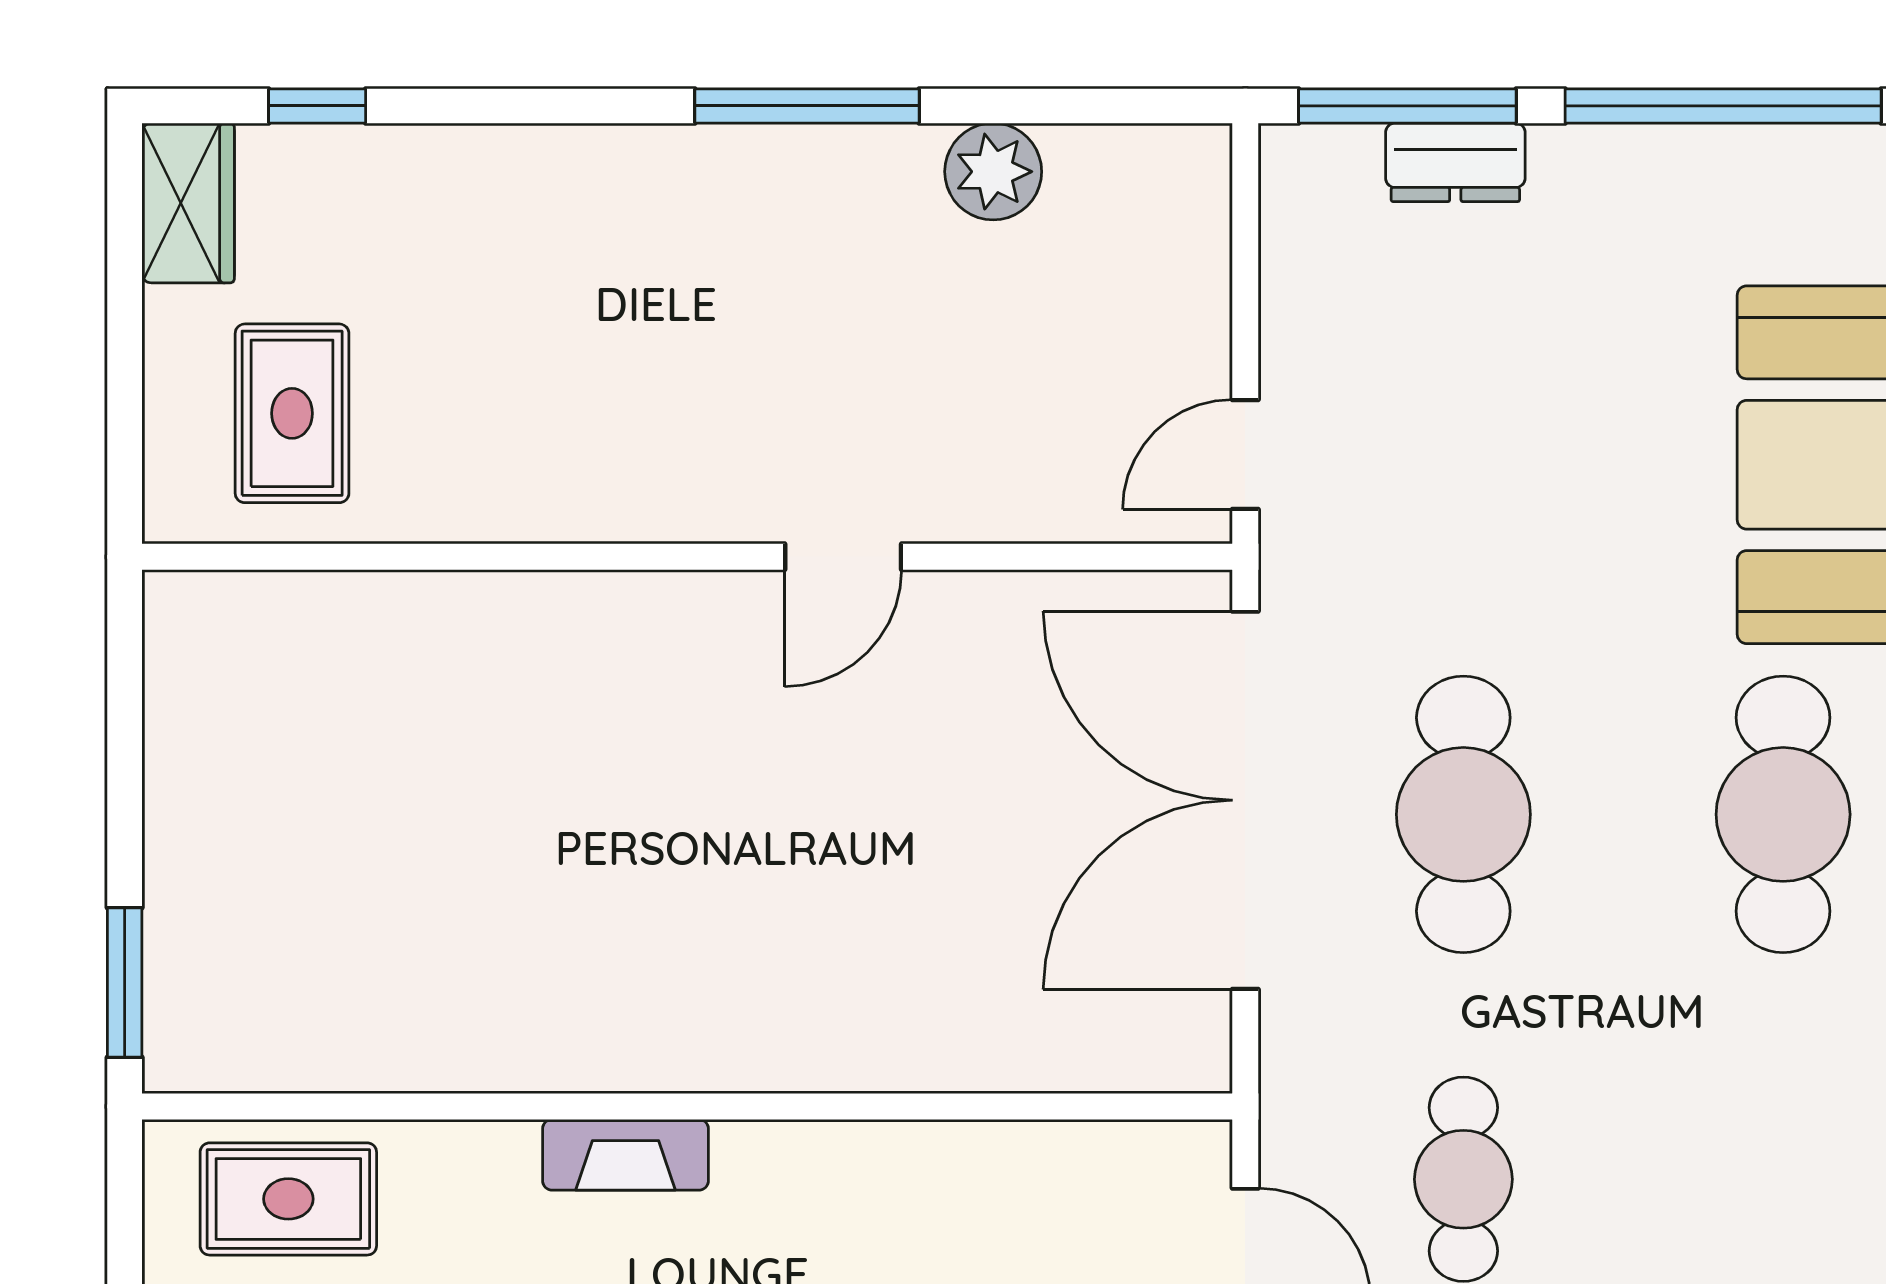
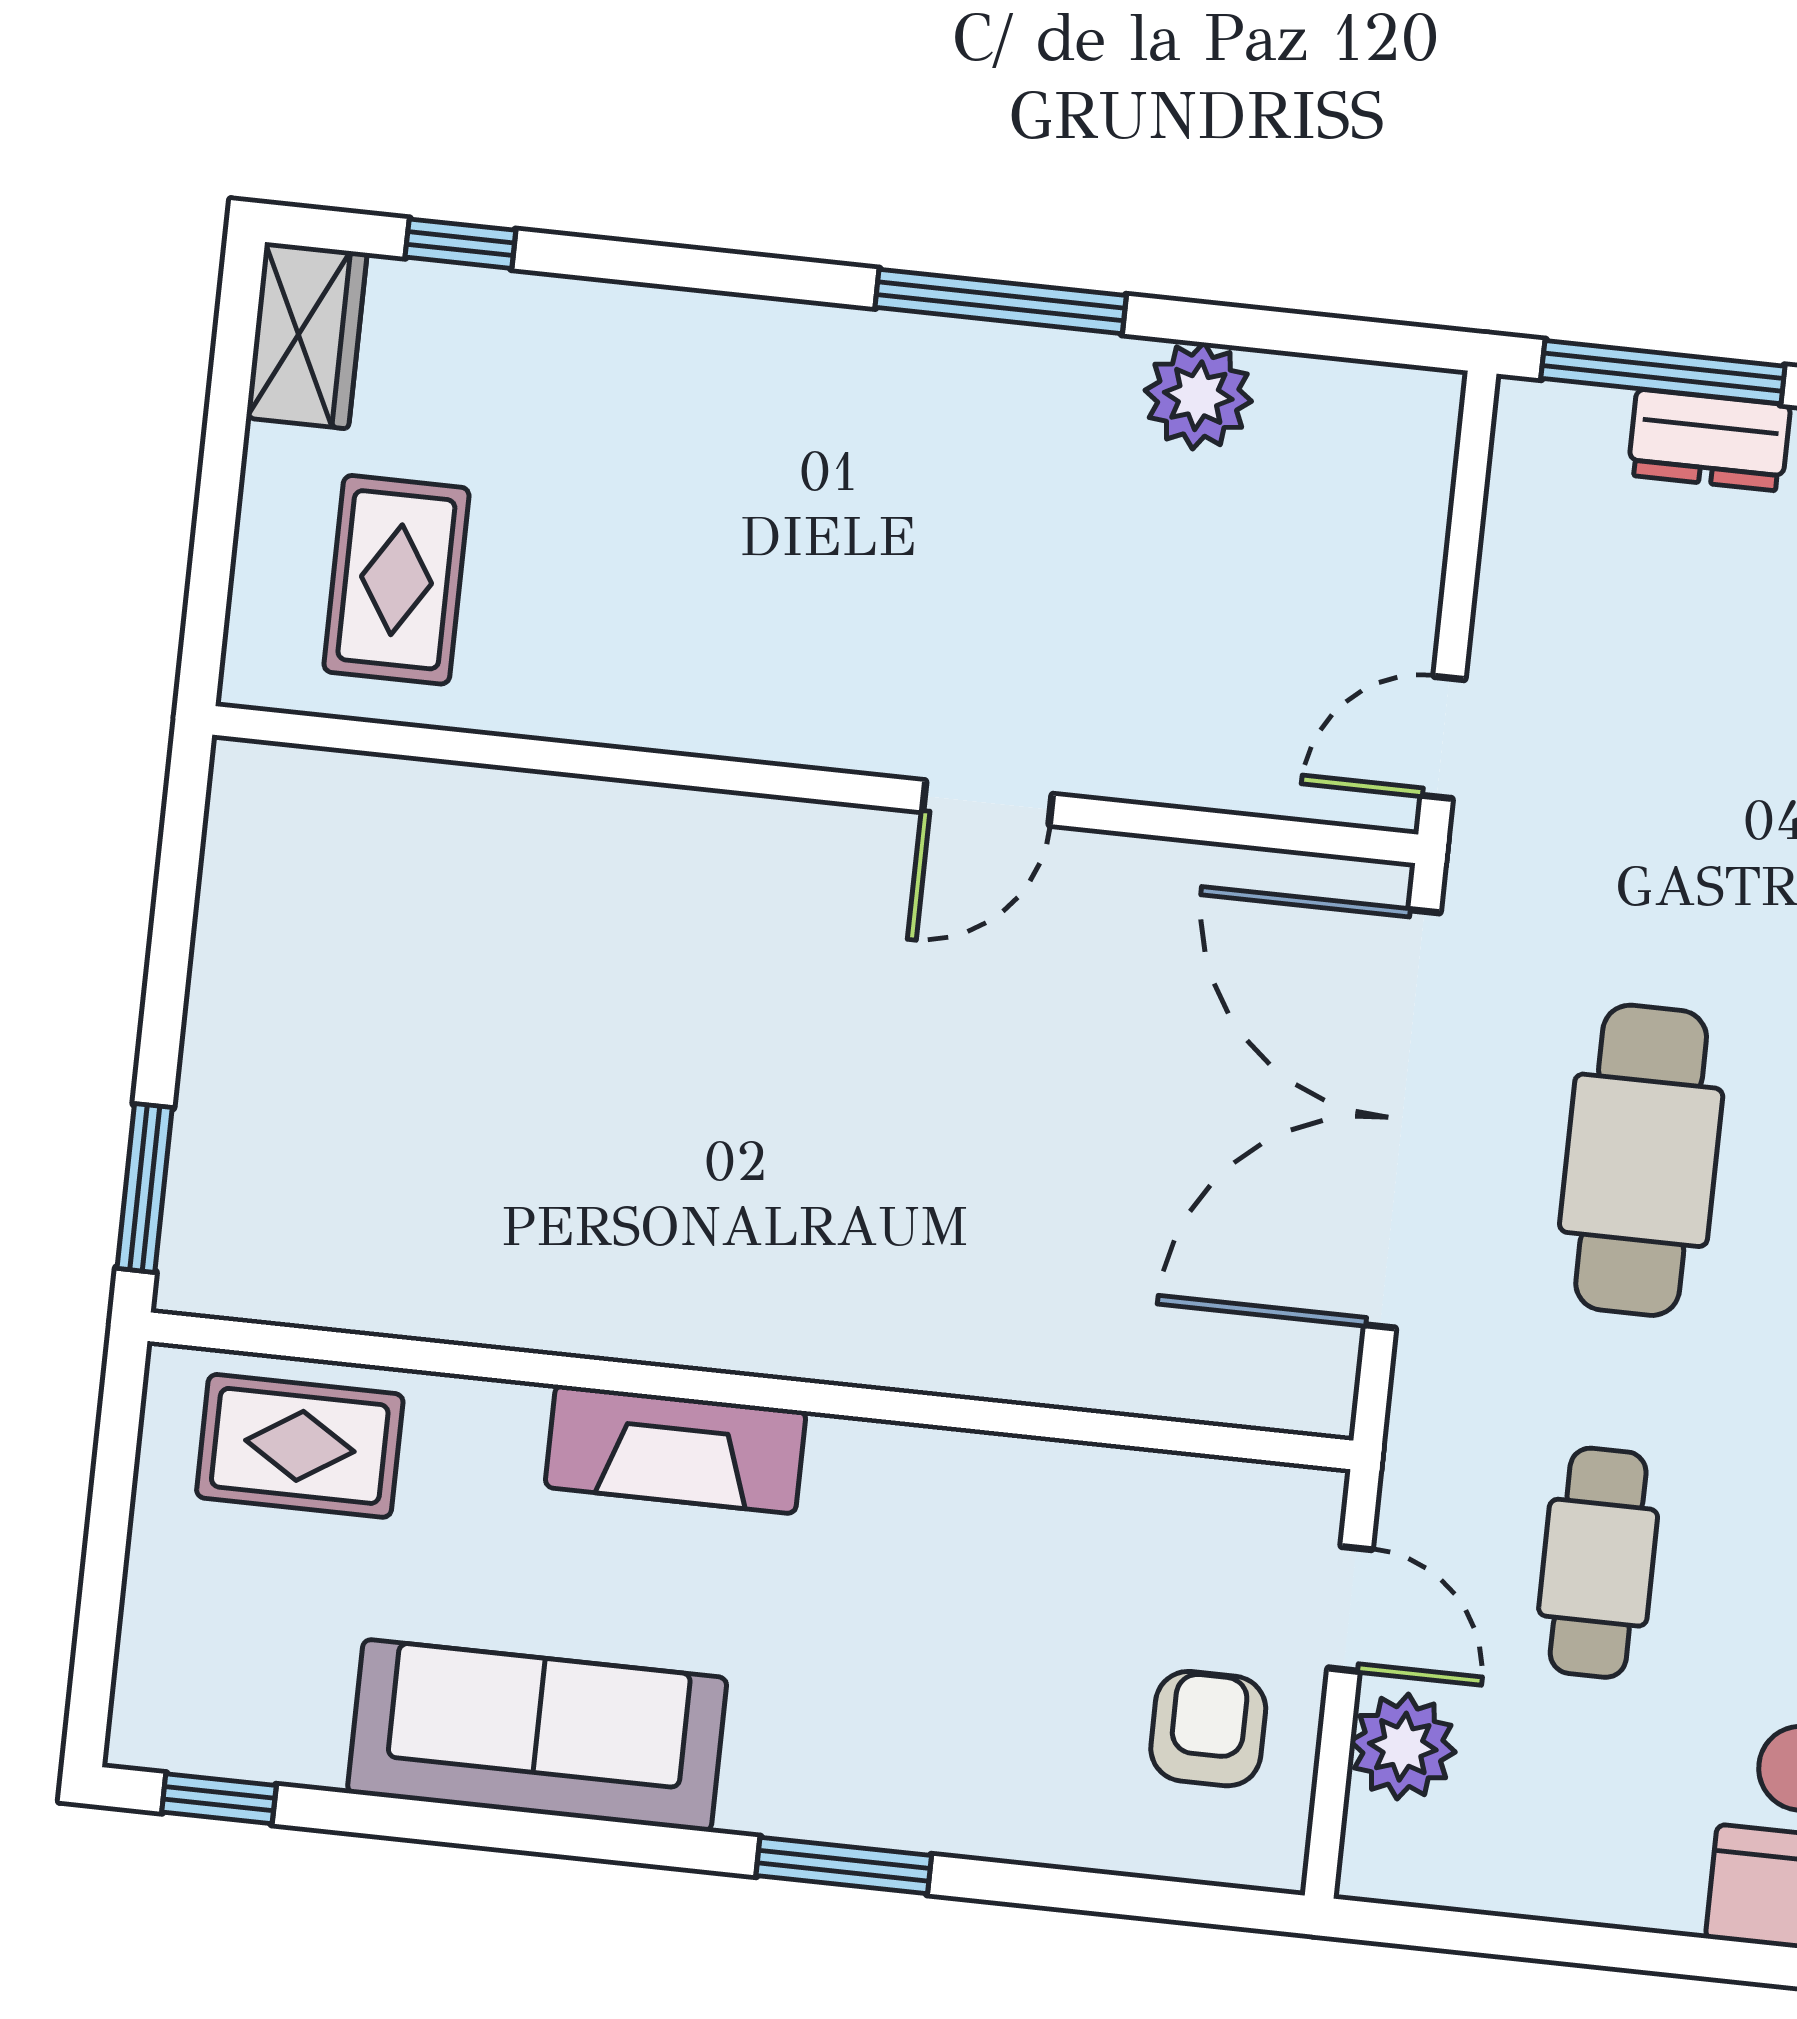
fireplace: (626, 1155) -> (676, 1449), width x1.37, depth x1.32

